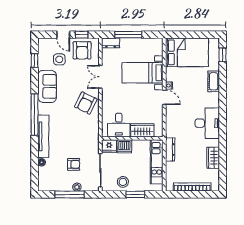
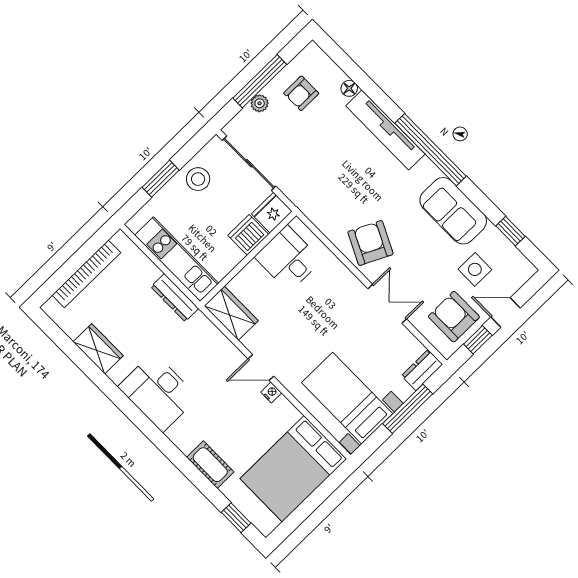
bed with nightstands: (143, 73) -> (347, 398), moved, turned -90
wardrobe: (142, 130) -> (231, 313), moved, turned -90
armchair: (74, 164) -> (301, 93), moved

